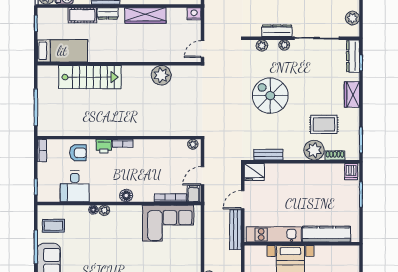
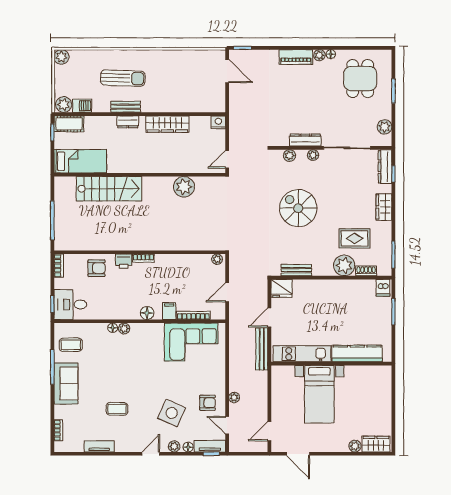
cot: (82, 15) -> (69, 124), moved
desk: (75, 186) -> (70, 305), moved, turned 90
filing cabinet: (193, 194) -> (169, 311), moved

